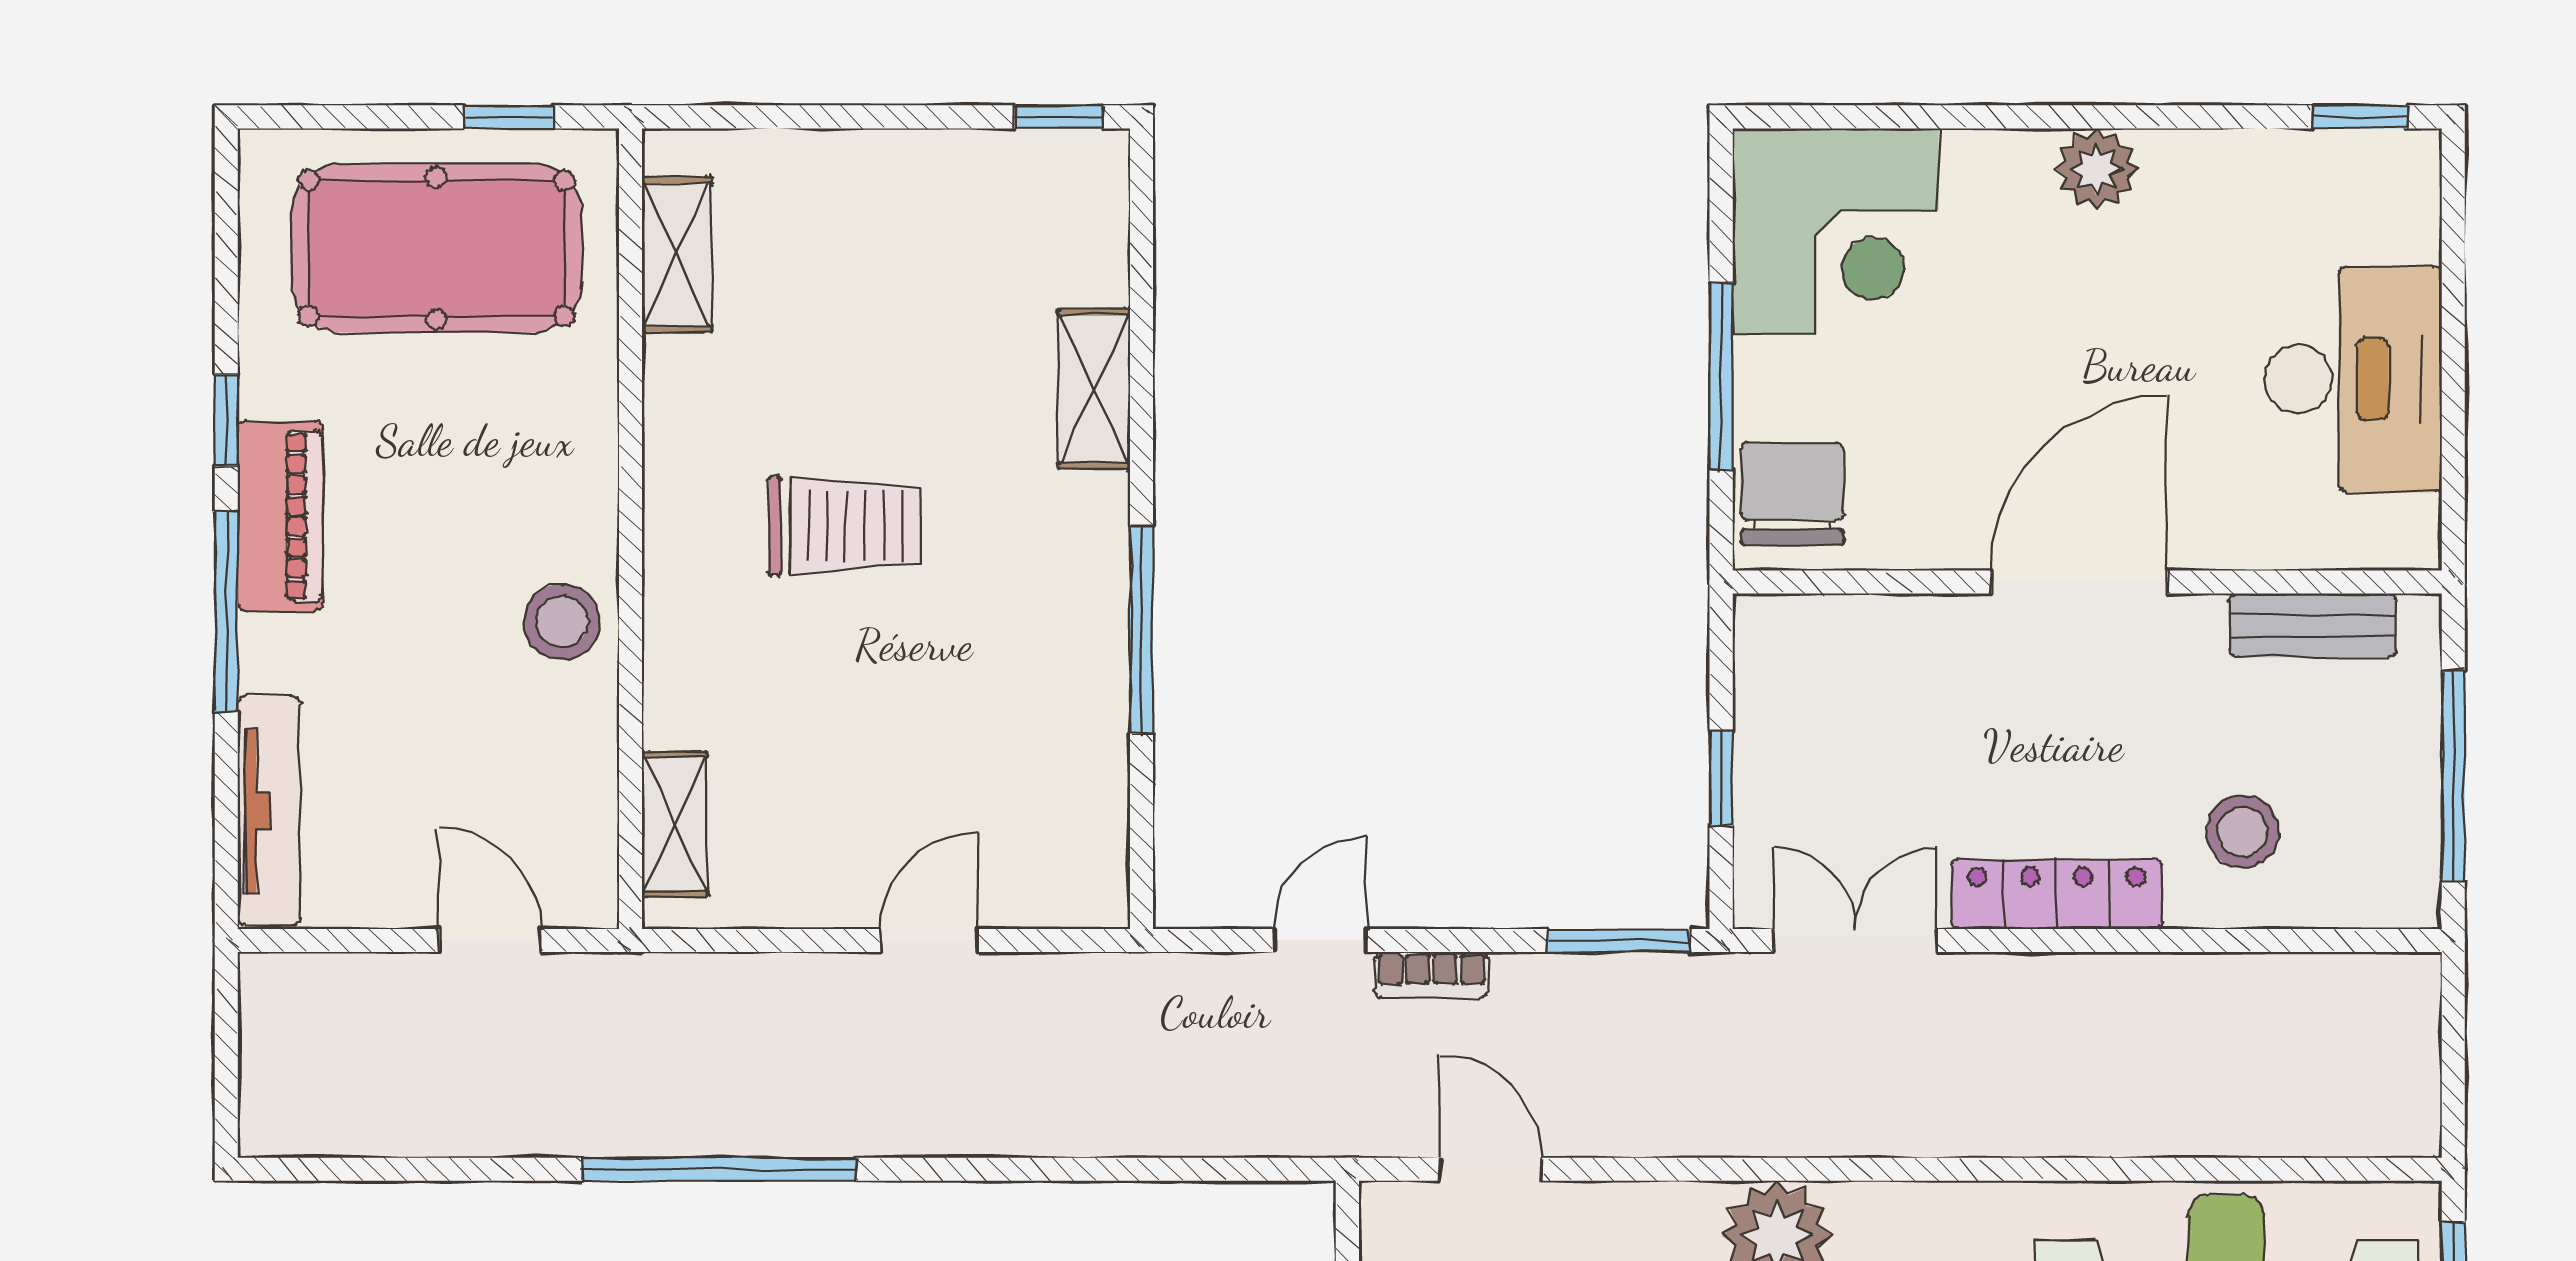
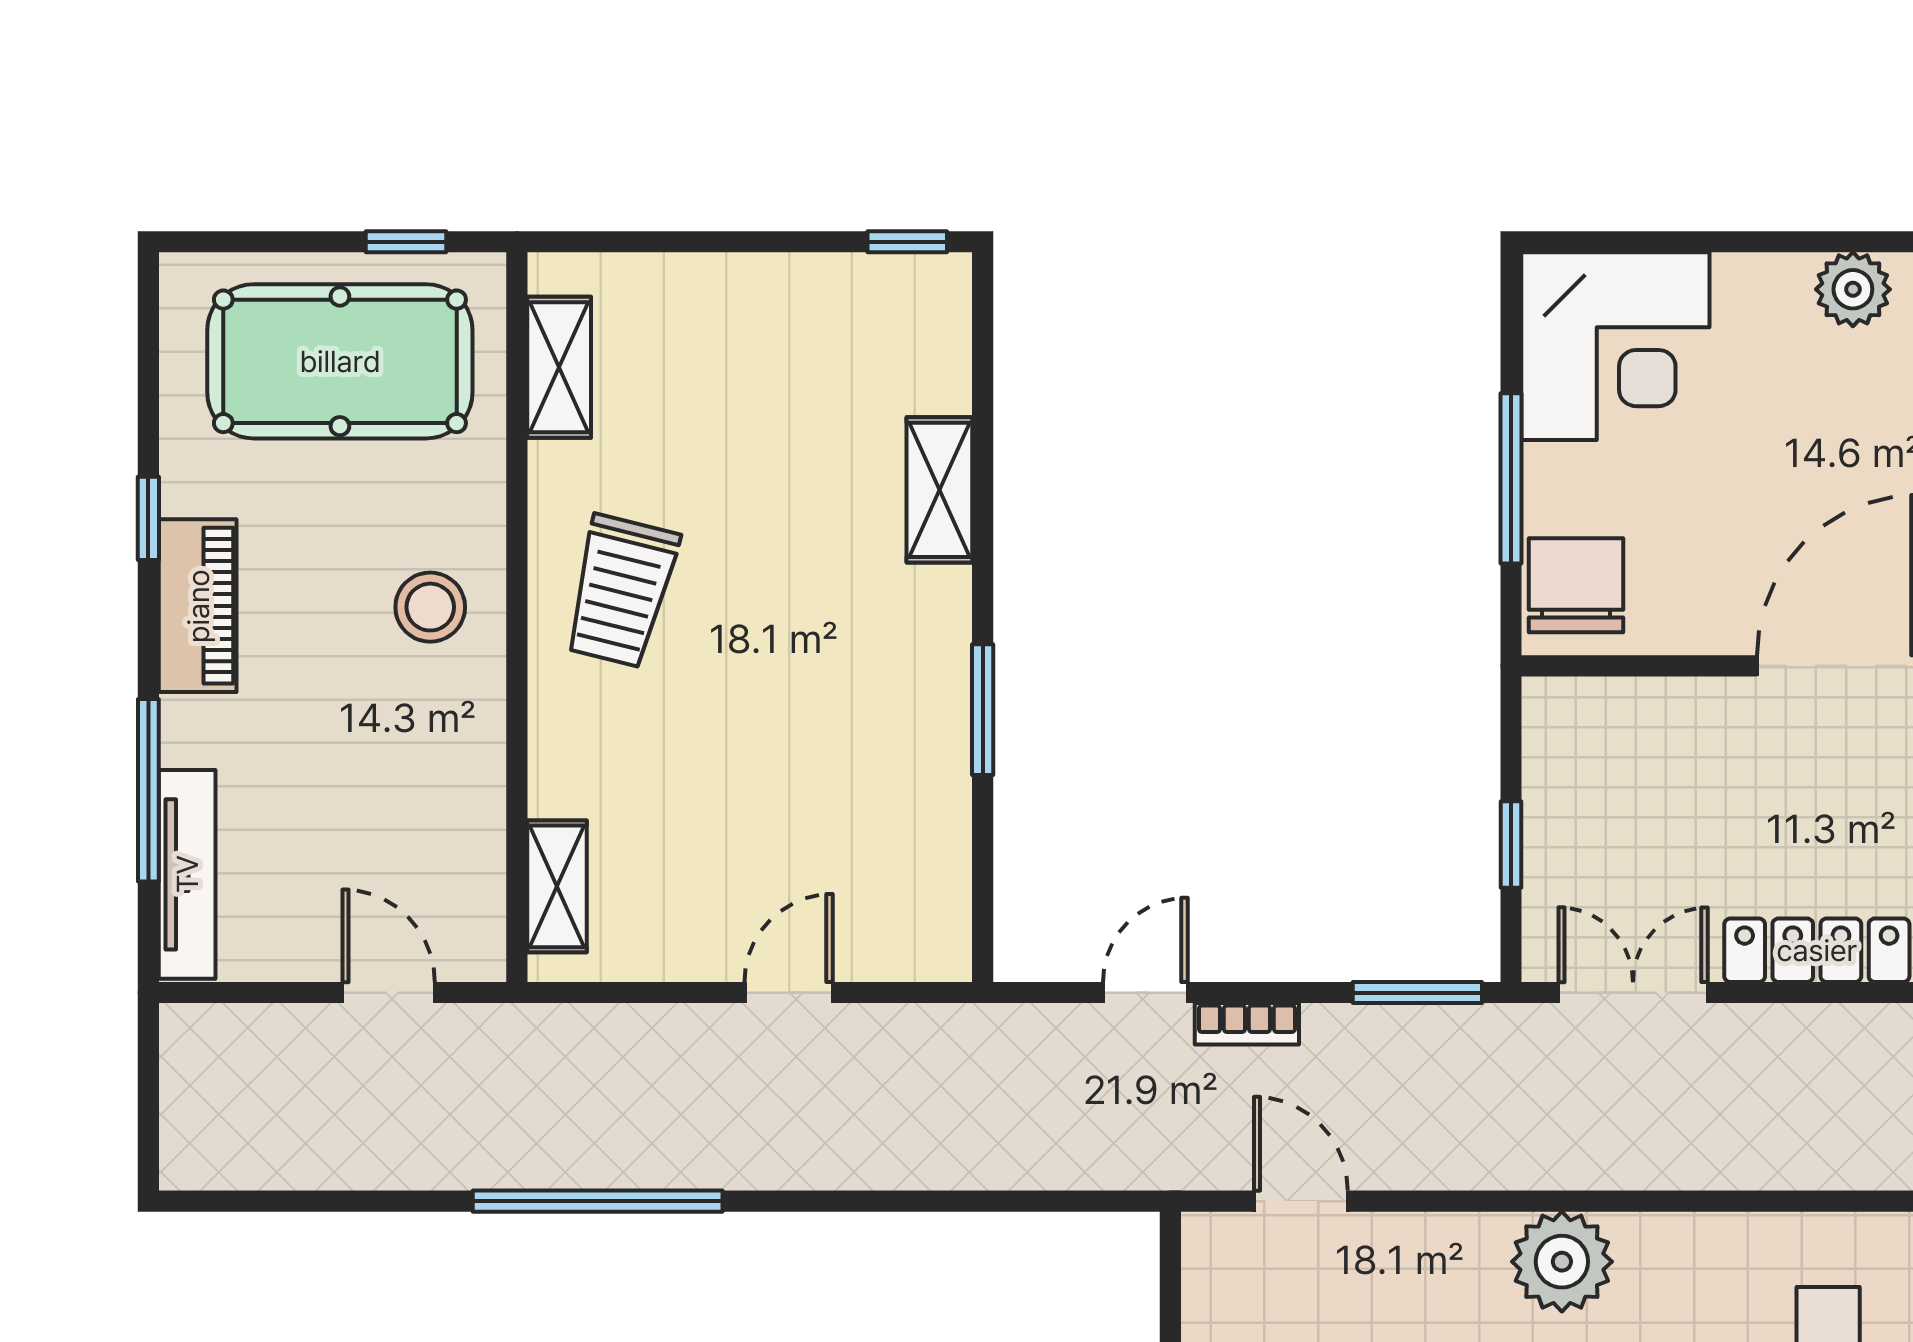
trolley: (845, 526) -> (621, 591), moved, turned 104
window: (226, 611) -> (148, 790), moved
stool: (562, 622) -> (430, 607), moved
window: (1141, 630) -> (983, 710), width x0.69

